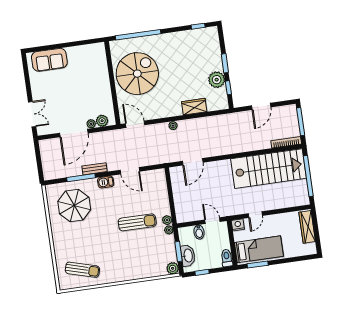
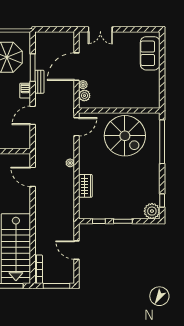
plant: (217, 80) -> (152, 211), moved
door: (74, 133) -> (77, 67), hinge flipped

